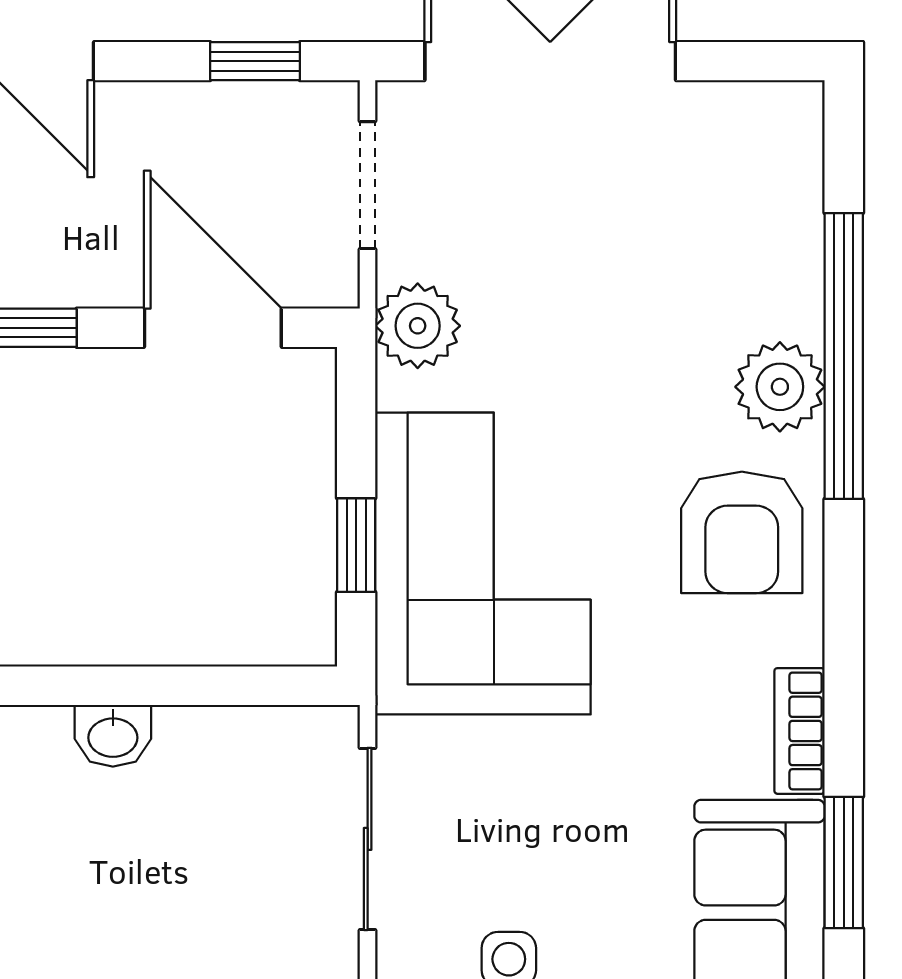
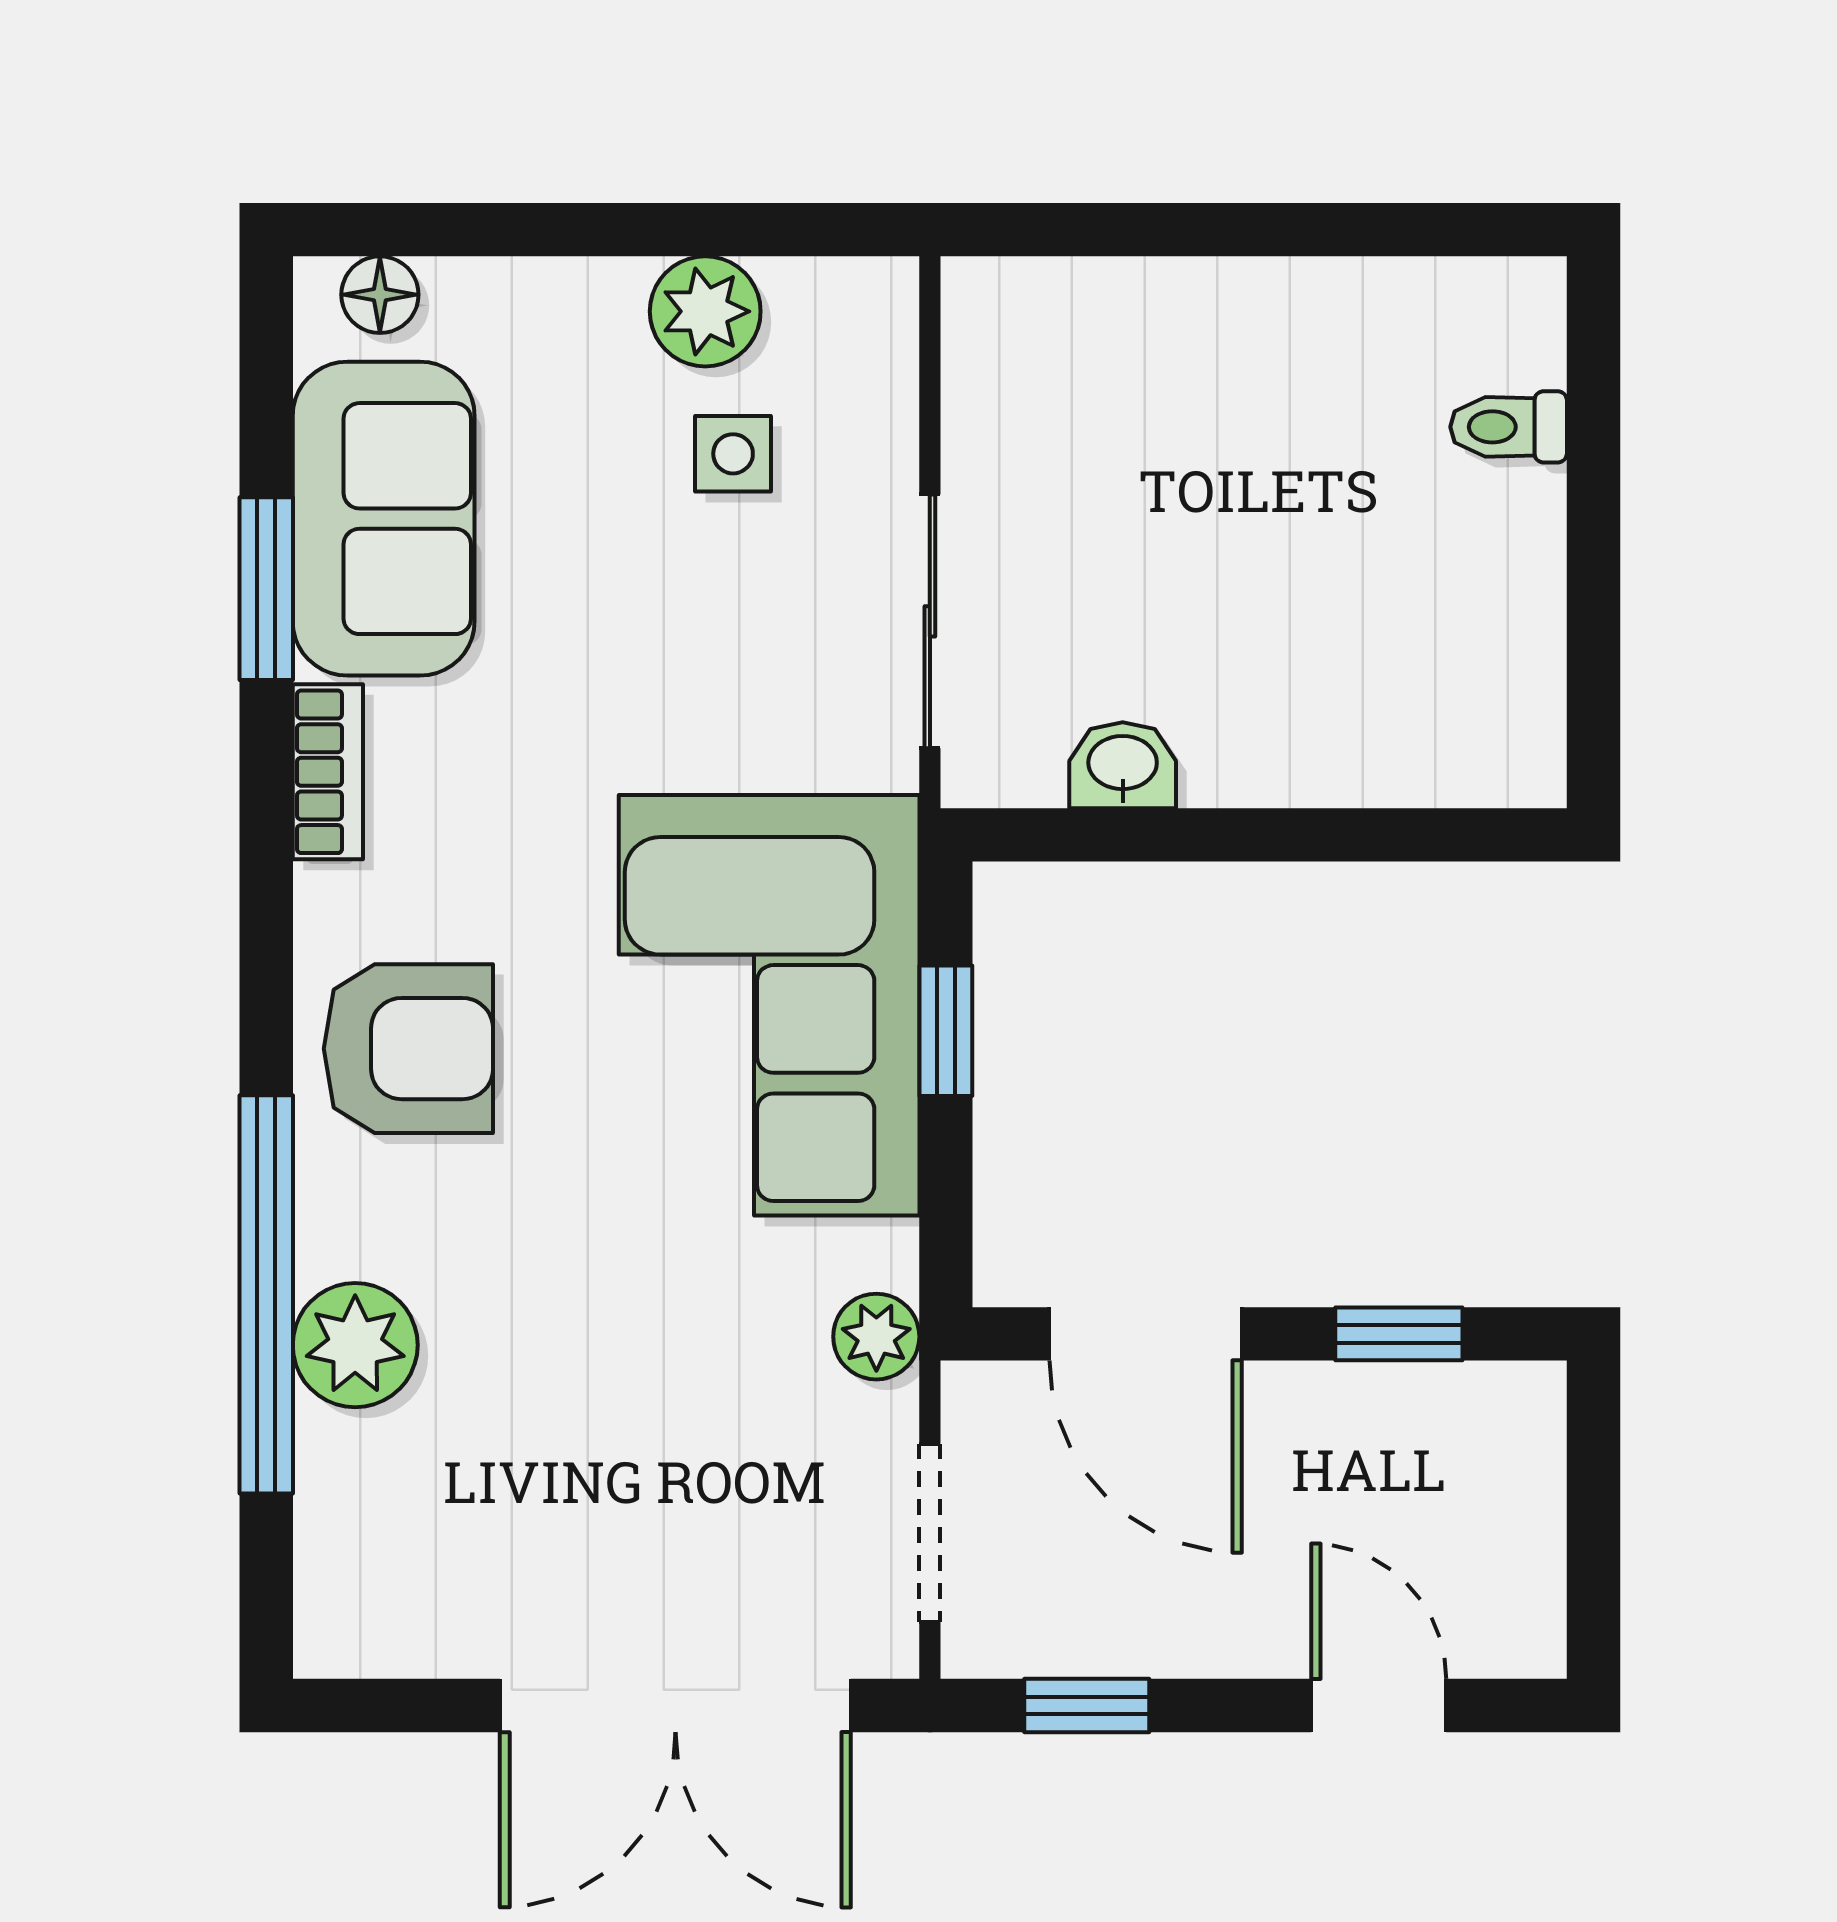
plant: (418, 326) -> (876, 1337), width x0.73, depth x0.73
plant: (780, 387) -> (355, 1345), moved
armchair: (742, 532) -> (408, 1049), turned 90
washbasin: (113, 736) -> (1123, 765), moved

